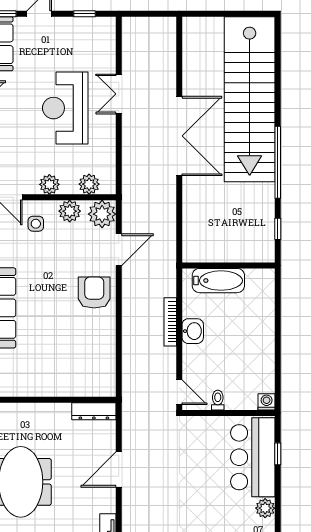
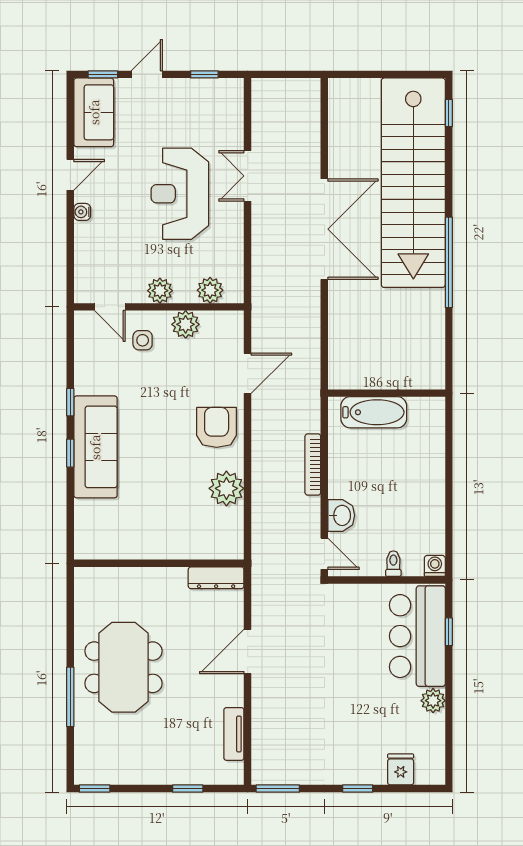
plant: (102, 214) -> (226, 488), moved
window: (278, 229) -> (449, 113), moved
washbasin: (193, 331) -> (341, 515), moved
toilet: (218, 400) -> (393, 564), moved

